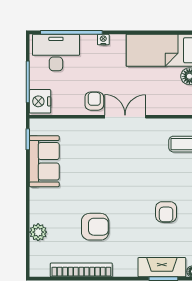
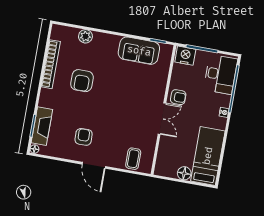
armchair: (166, 212) -> (84, 137), turned 88

